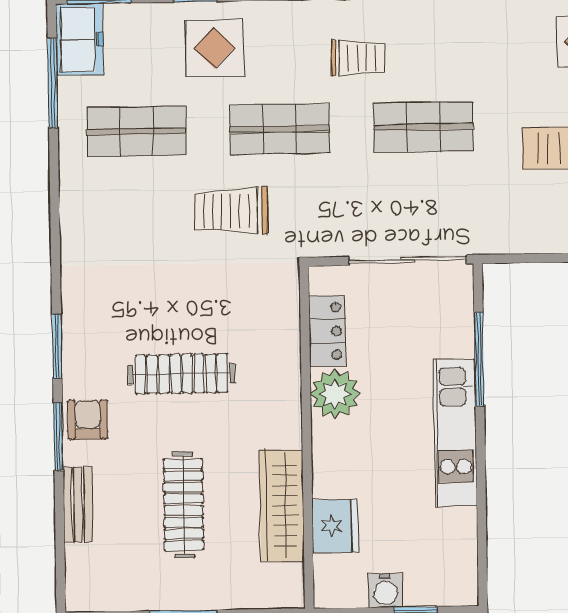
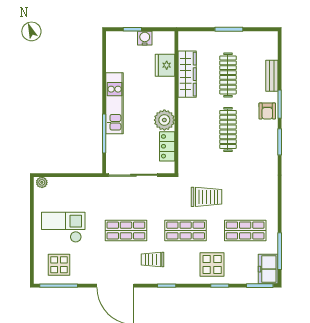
clothes rail: (181, 374) -> (228, 129), turned 90

